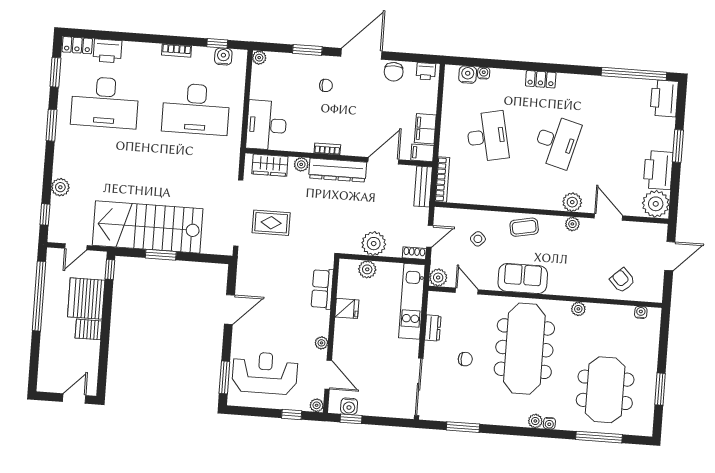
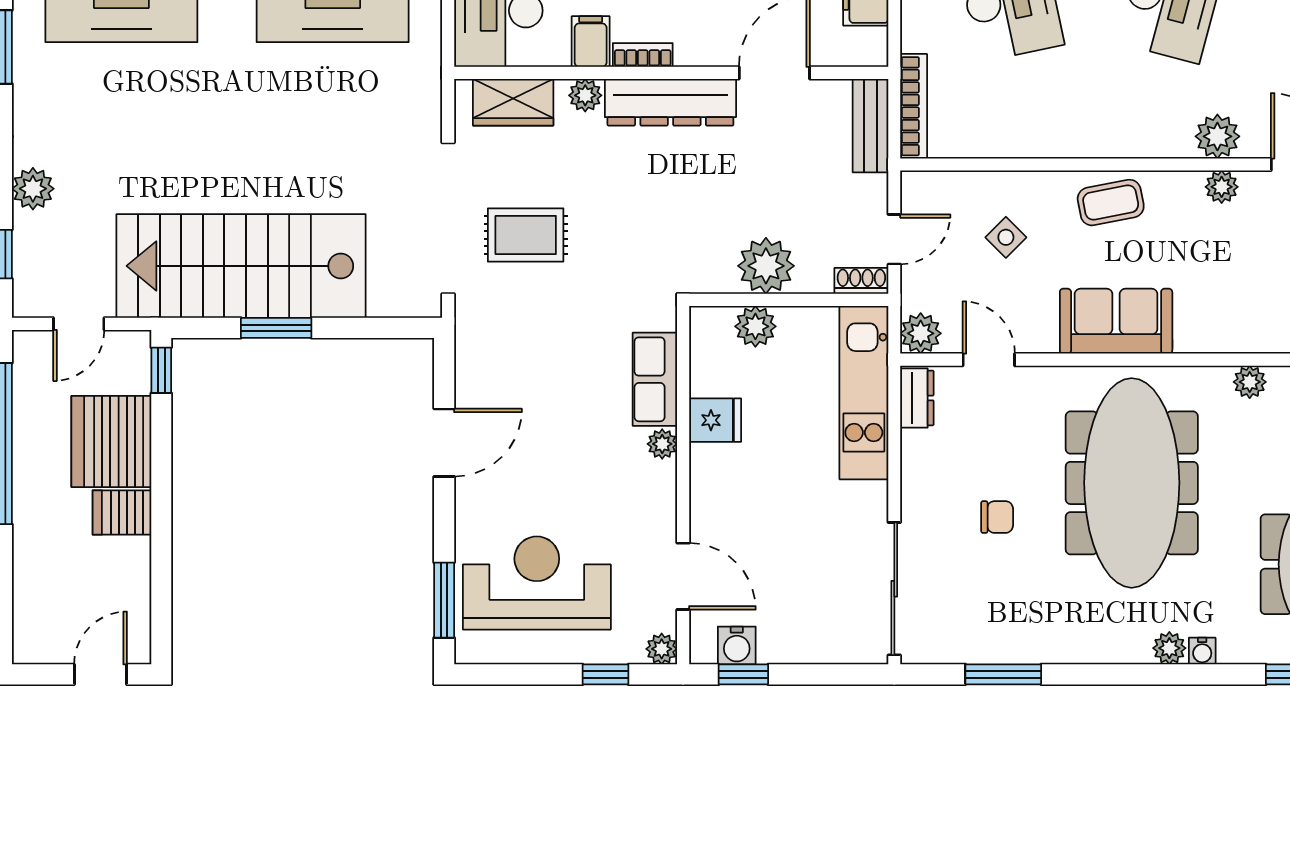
filing cabinet: (422, 153) -> (591, 42), moved, turned 90
dresser: (433, 328) -> (917, 398), moved
plant: (321, 343) -> (662, 444), moved

